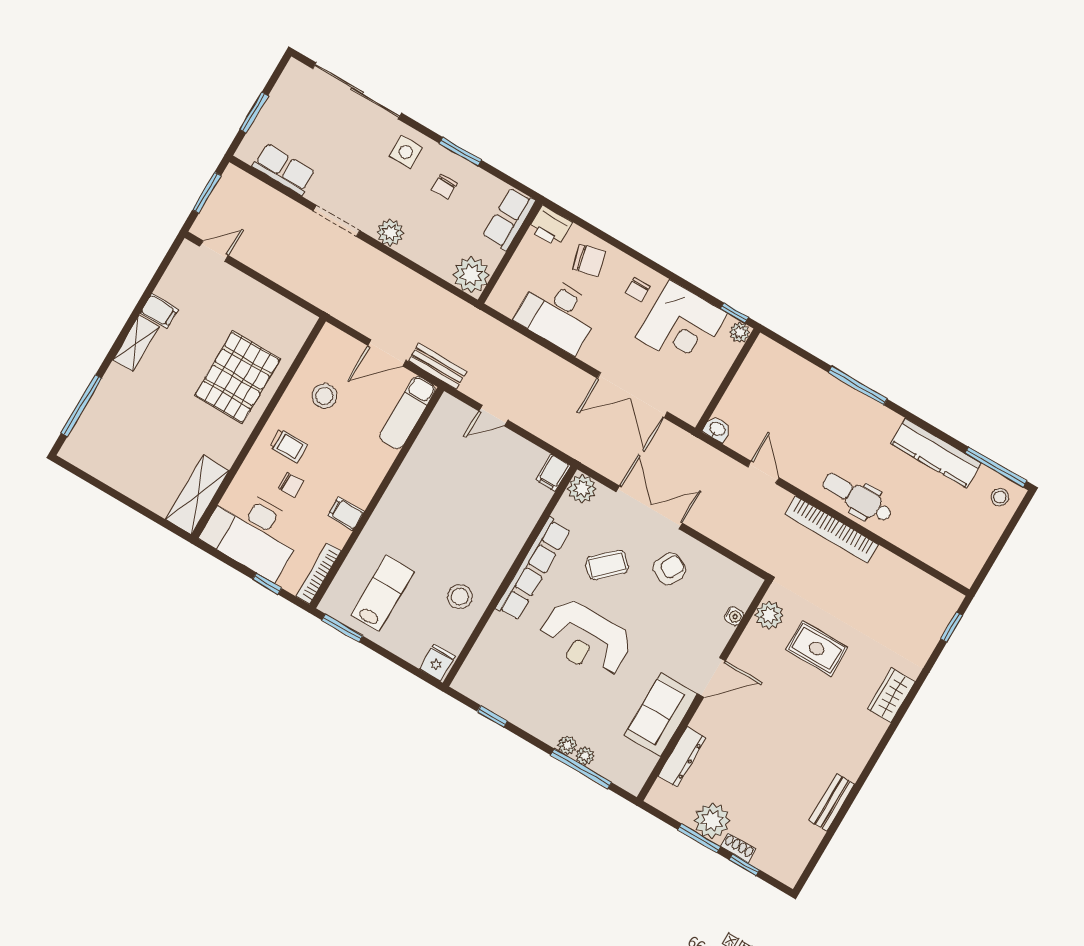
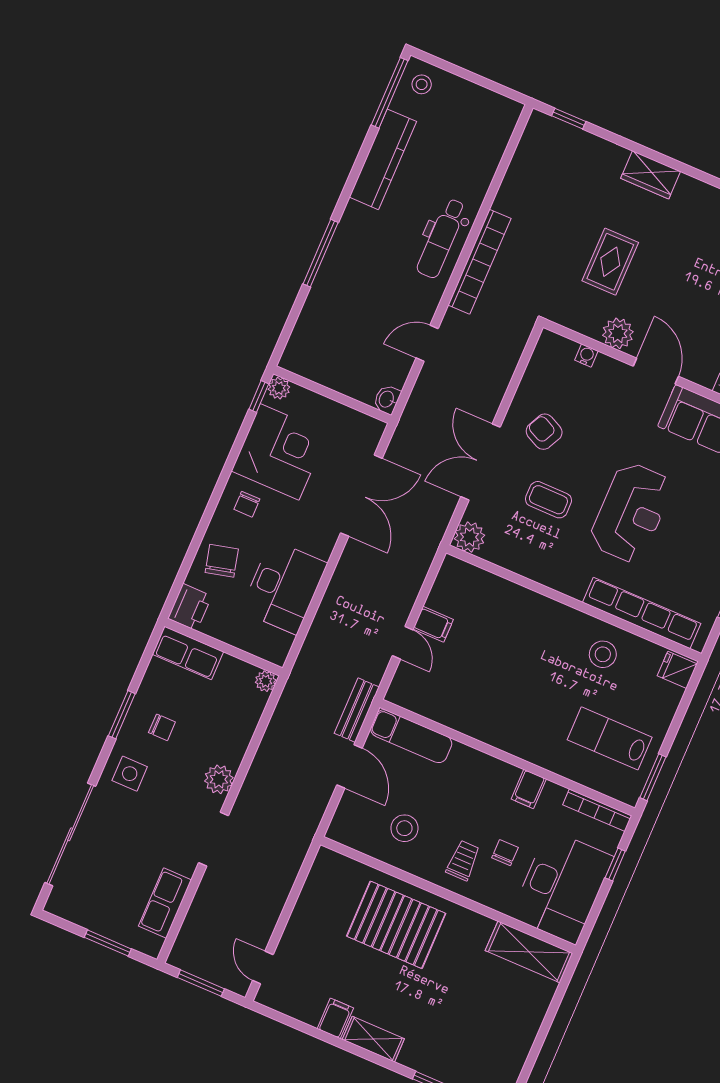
plant: (471, 275) -> (266, 681), width x0.53, depth x0.53
chair: (638, 290) -> (247, 504), turned 90
filing cabinet: (553, 473) -> (433, 624), moved
coffee table: (607, 565) -> (548, 500), turned -47
row of seats: (533, 569) -> (642, 613), moved
plant: (769, 615) -> (618, 333), moved

